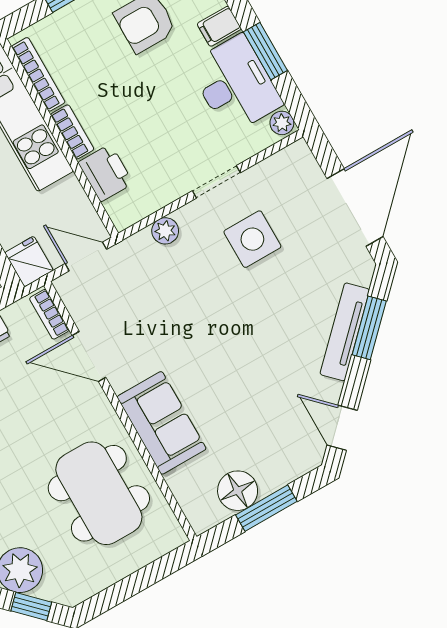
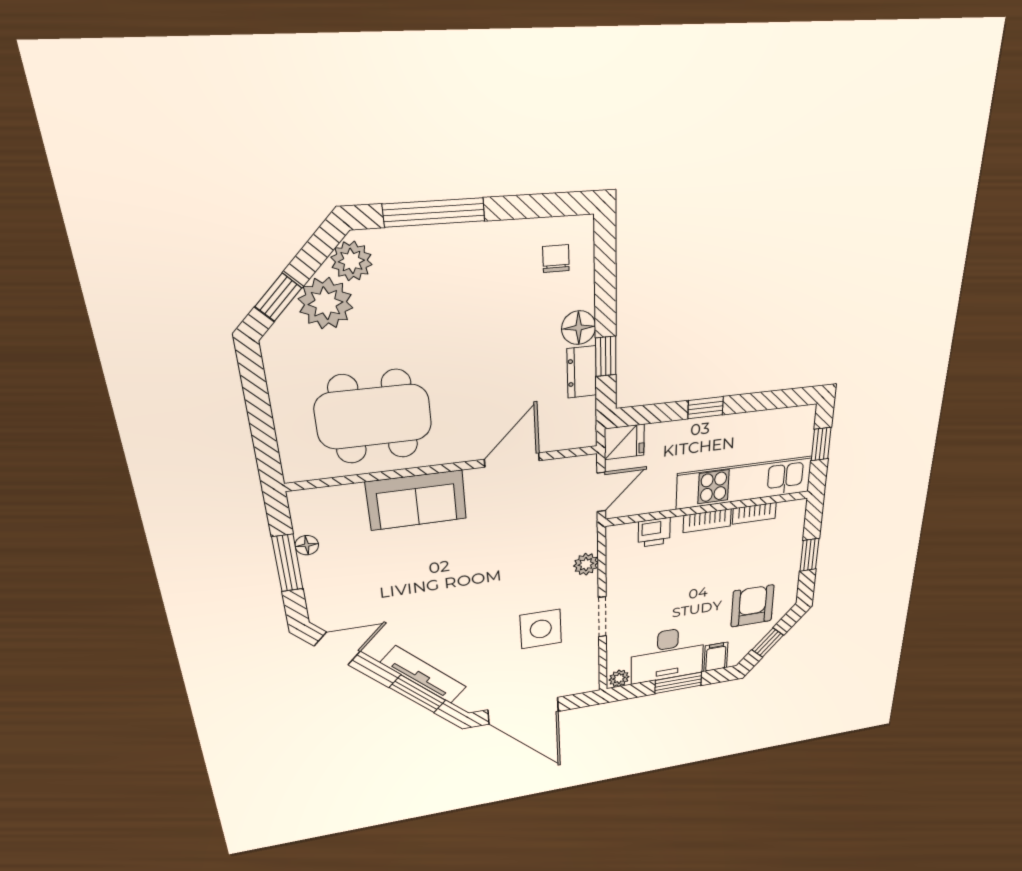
bookcase: (38, 74) -> (754, 513), width x0.64
printer: (106, 173) -> (654, 532), width x0.73, depth x0.81
bookcase: (49, 314) -> (569, 440), removed
floor lamp: (238, 491) -> (307, 545), width x0.53, depth x0.53

